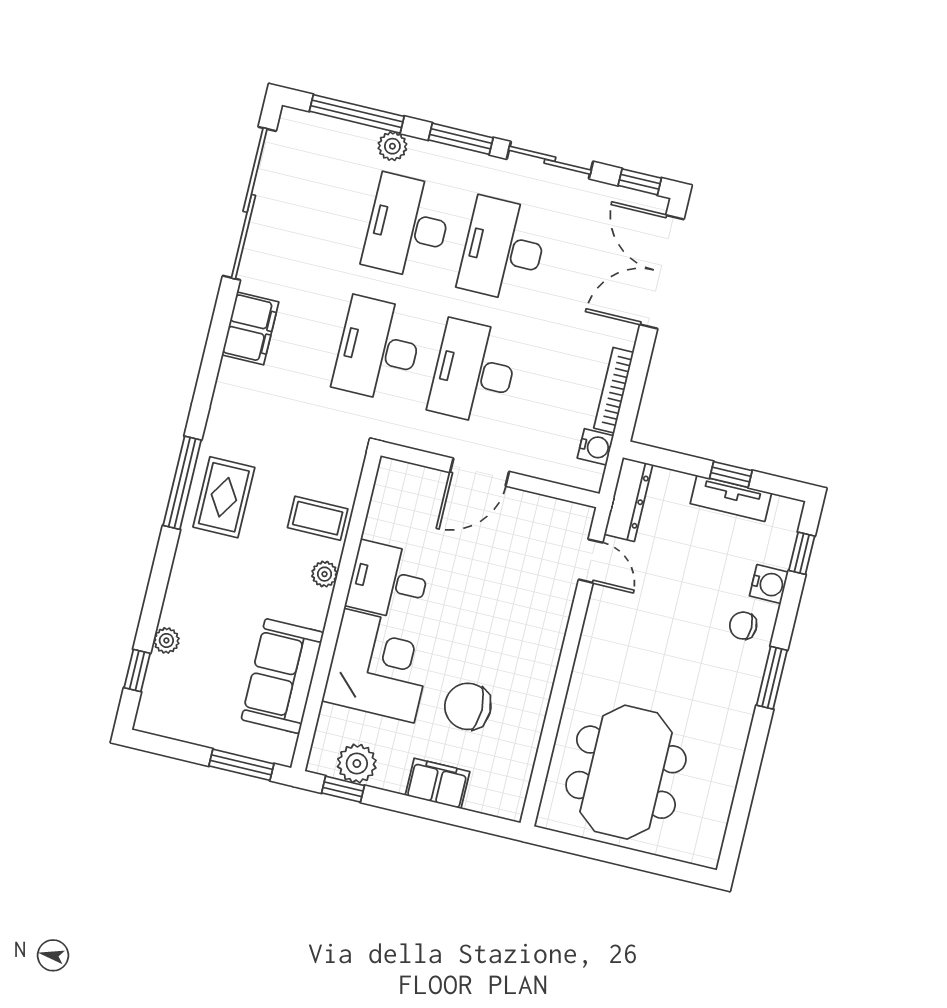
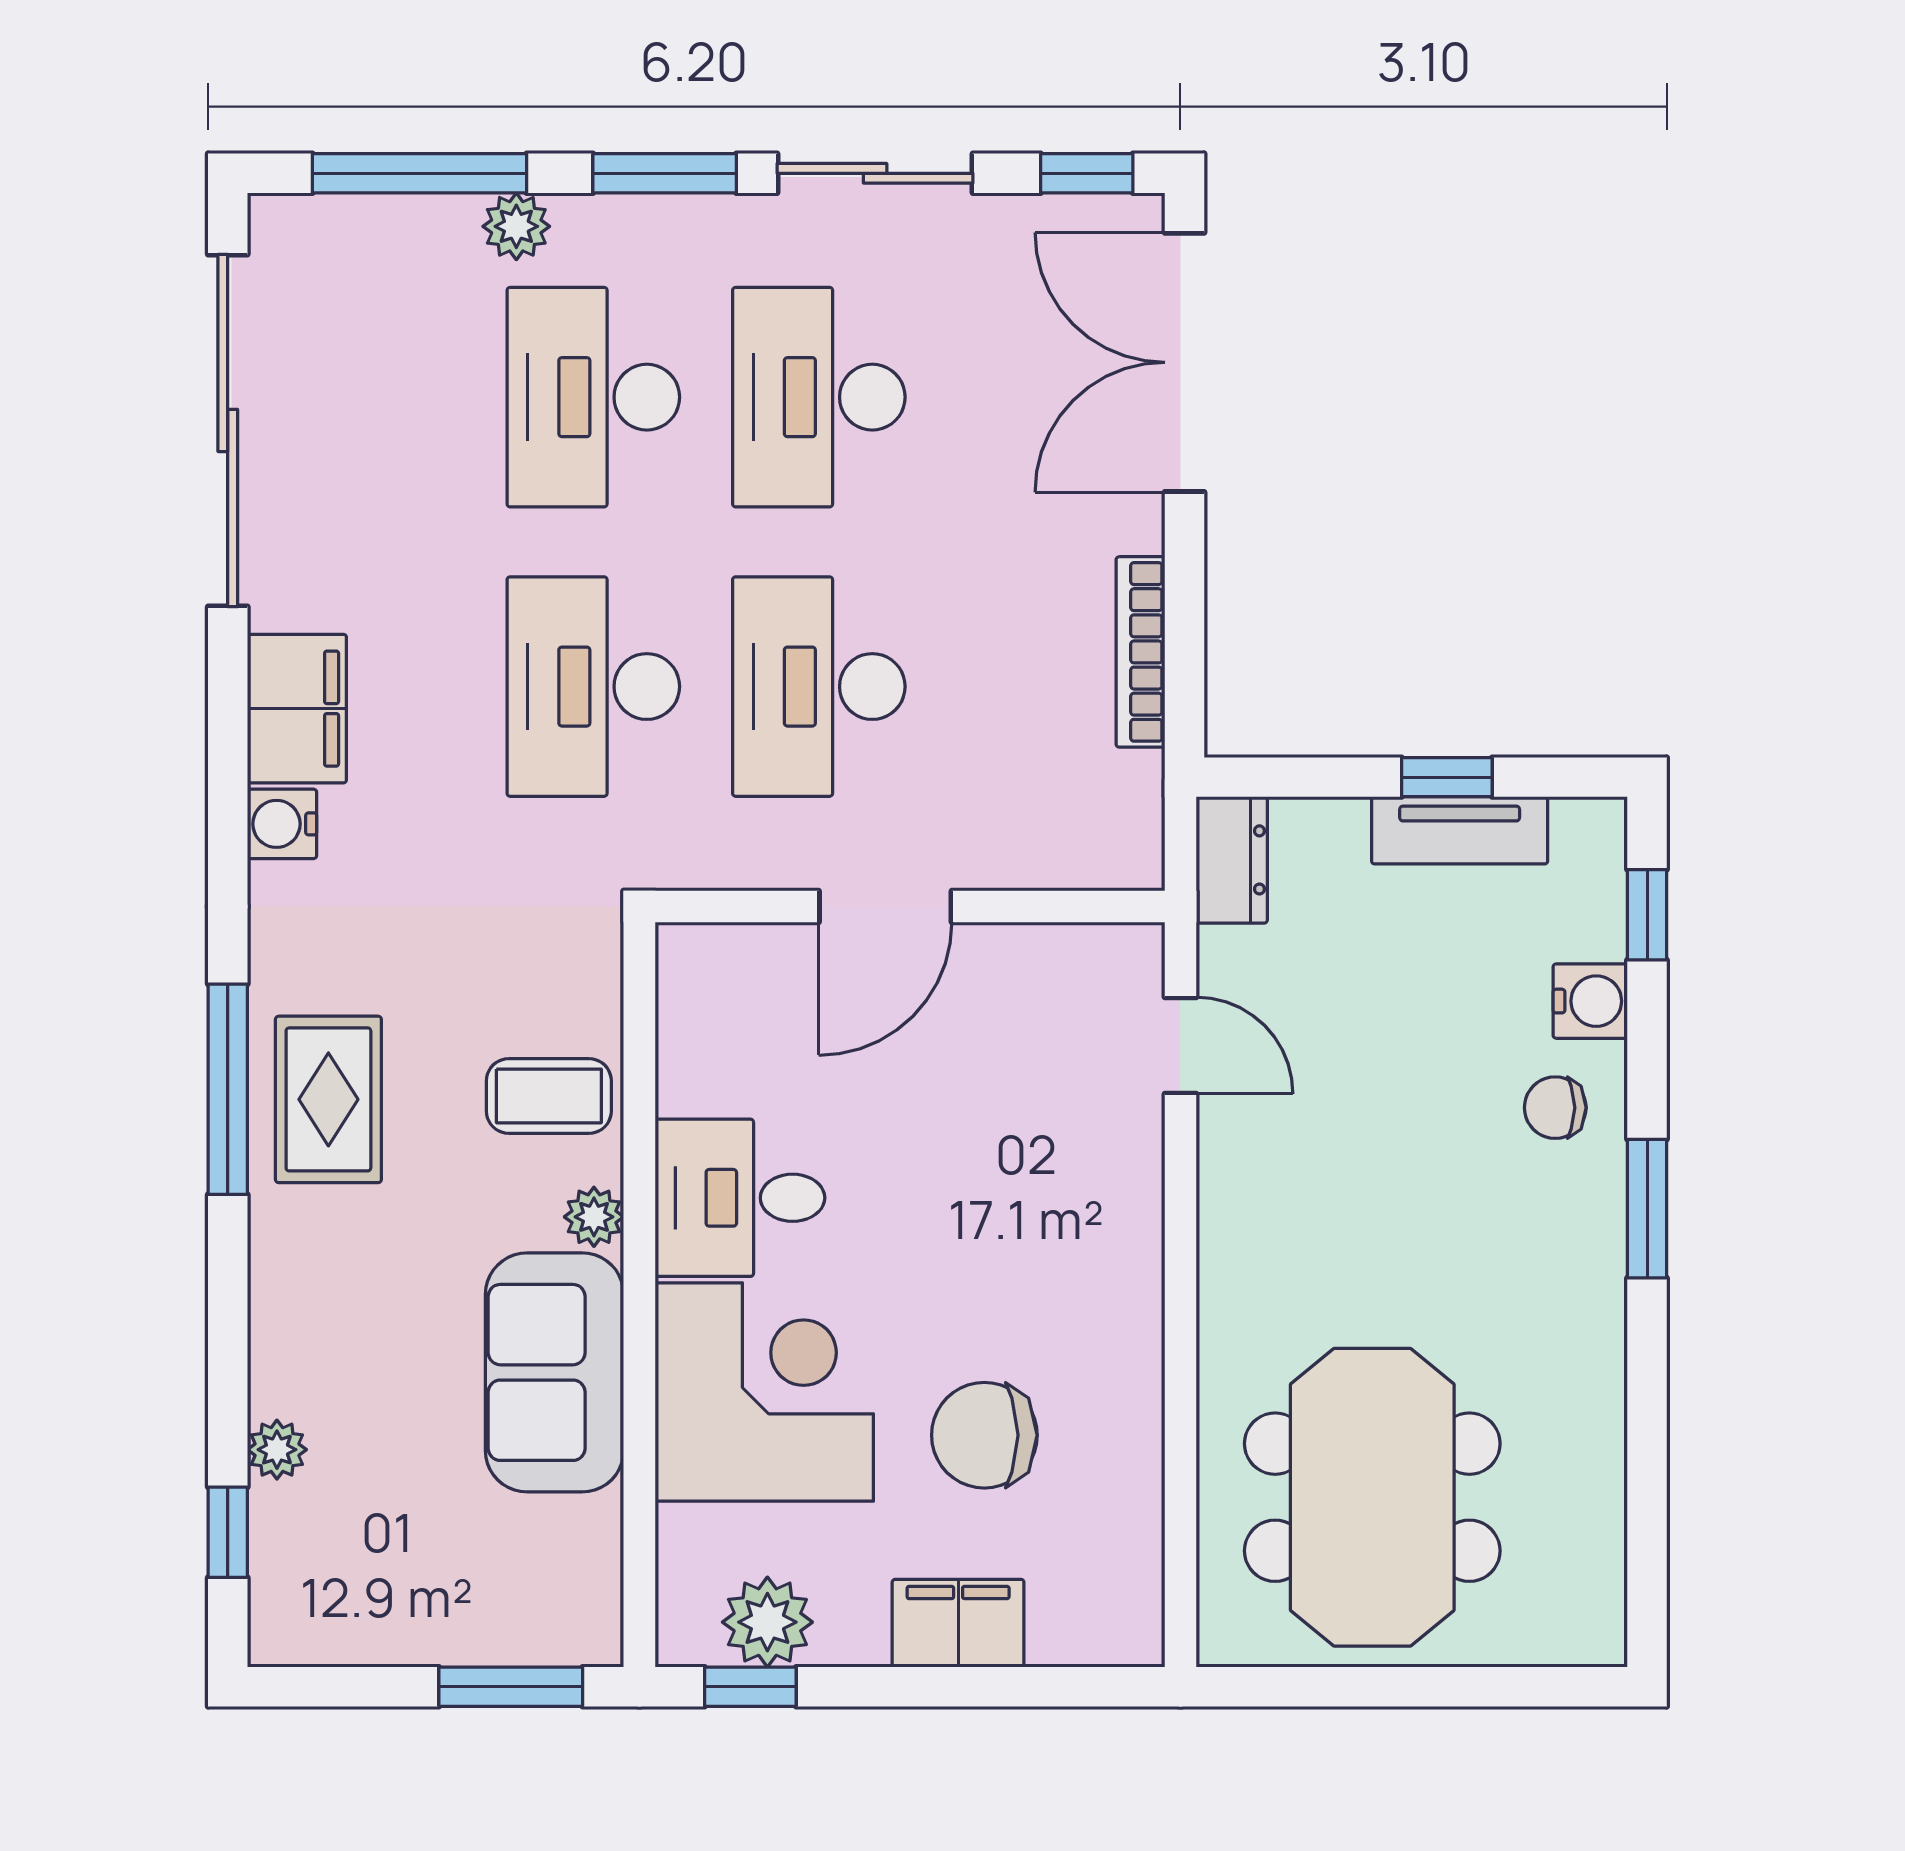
water cooler: (595, 447) -> (282, 824), moved, turned 180
dresser: (628, 499) -> (1232, 860), width x0.70
sofa: (282, 676) -> (555, 1372), moved

